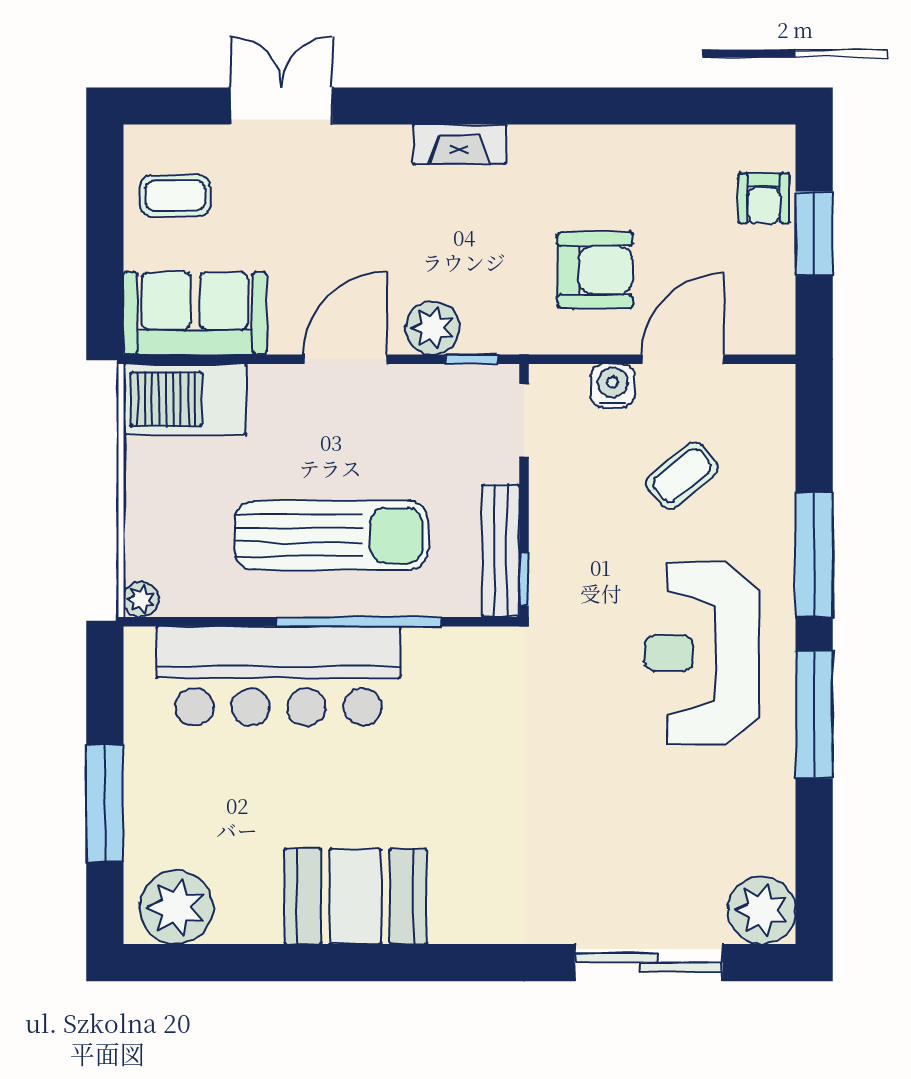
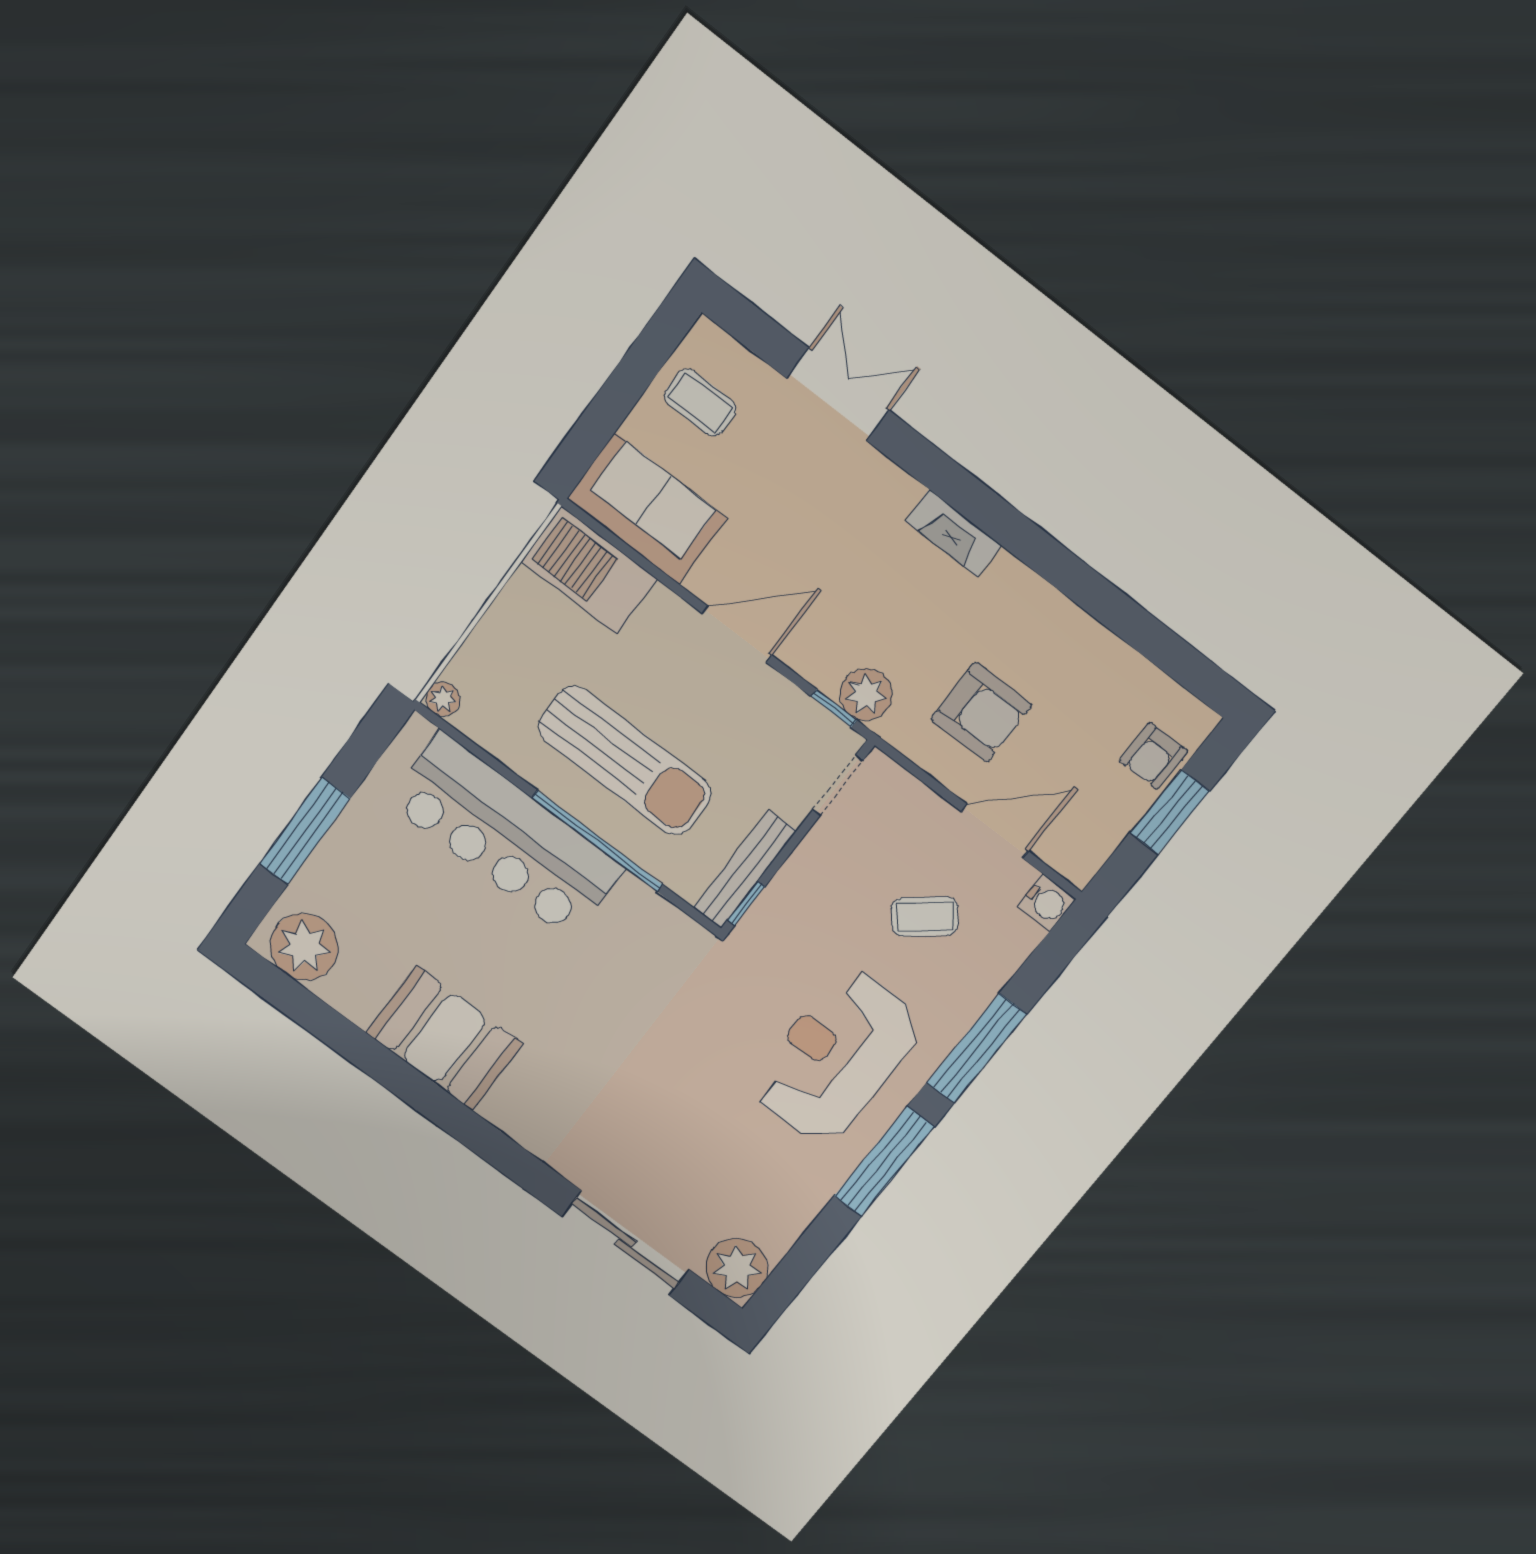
plant: (433, 328) -> (866, 694), moved
water cooler: (613, 386) -> (1047, 903), moved, turned 90

